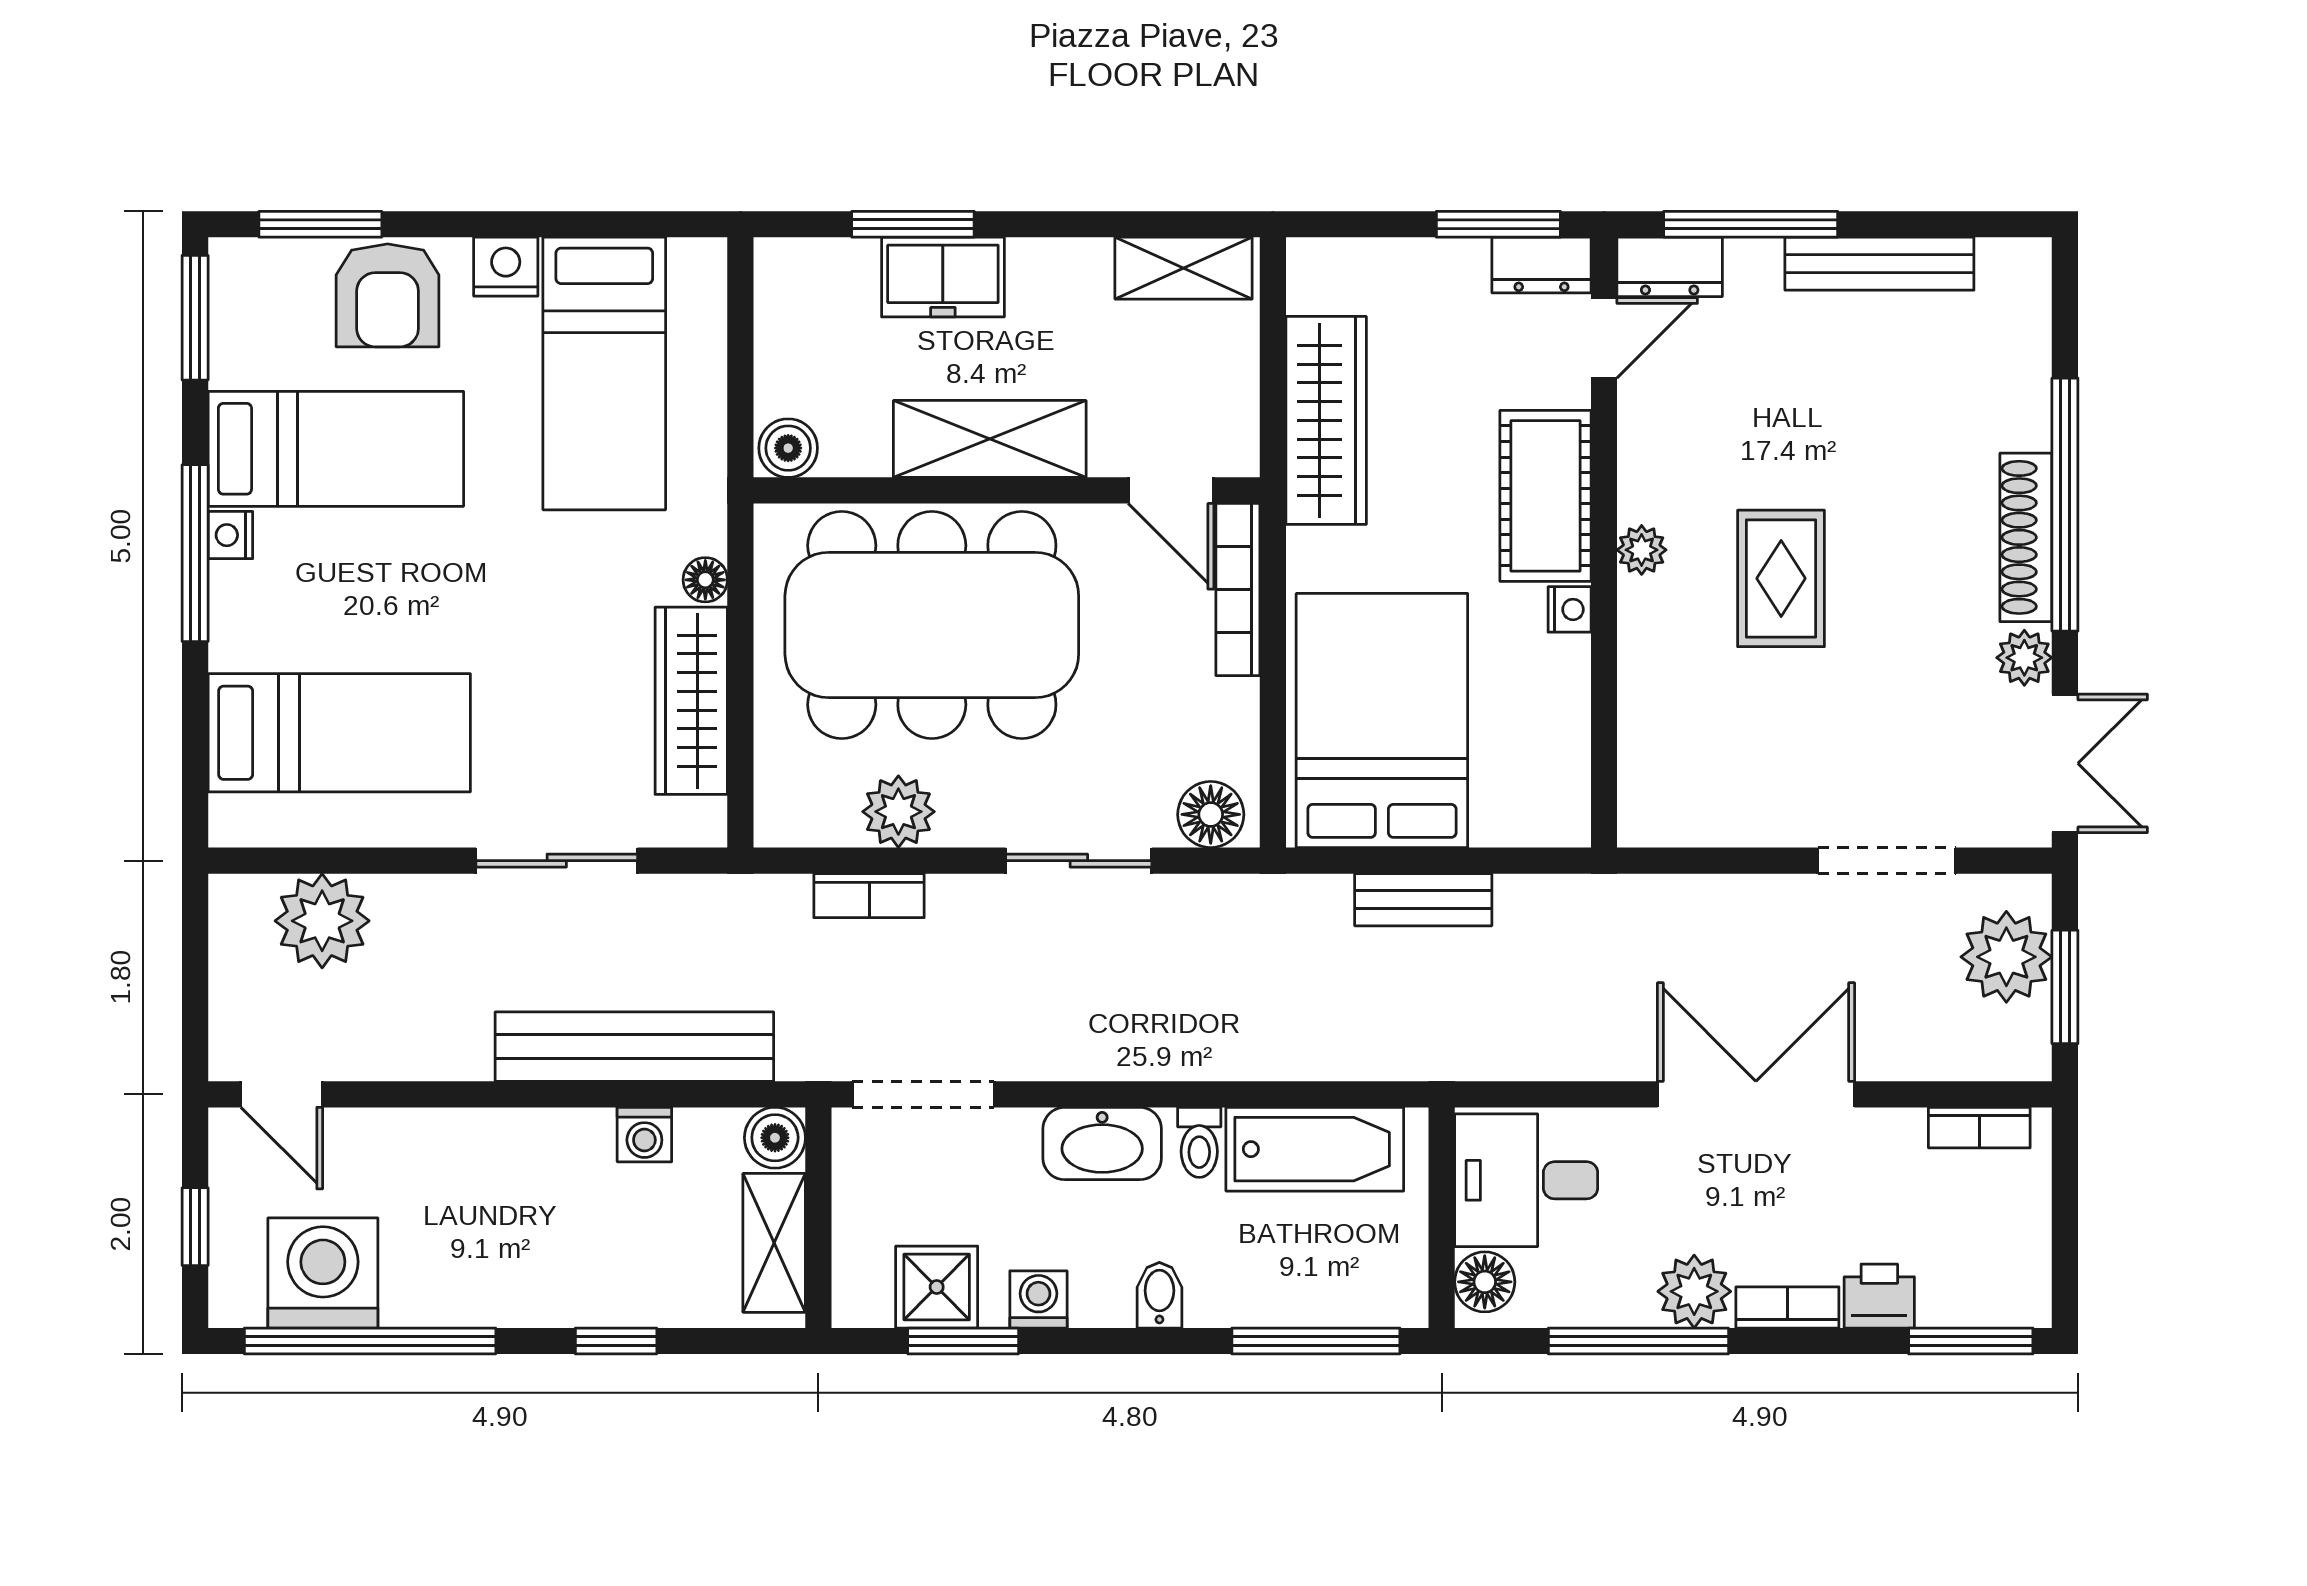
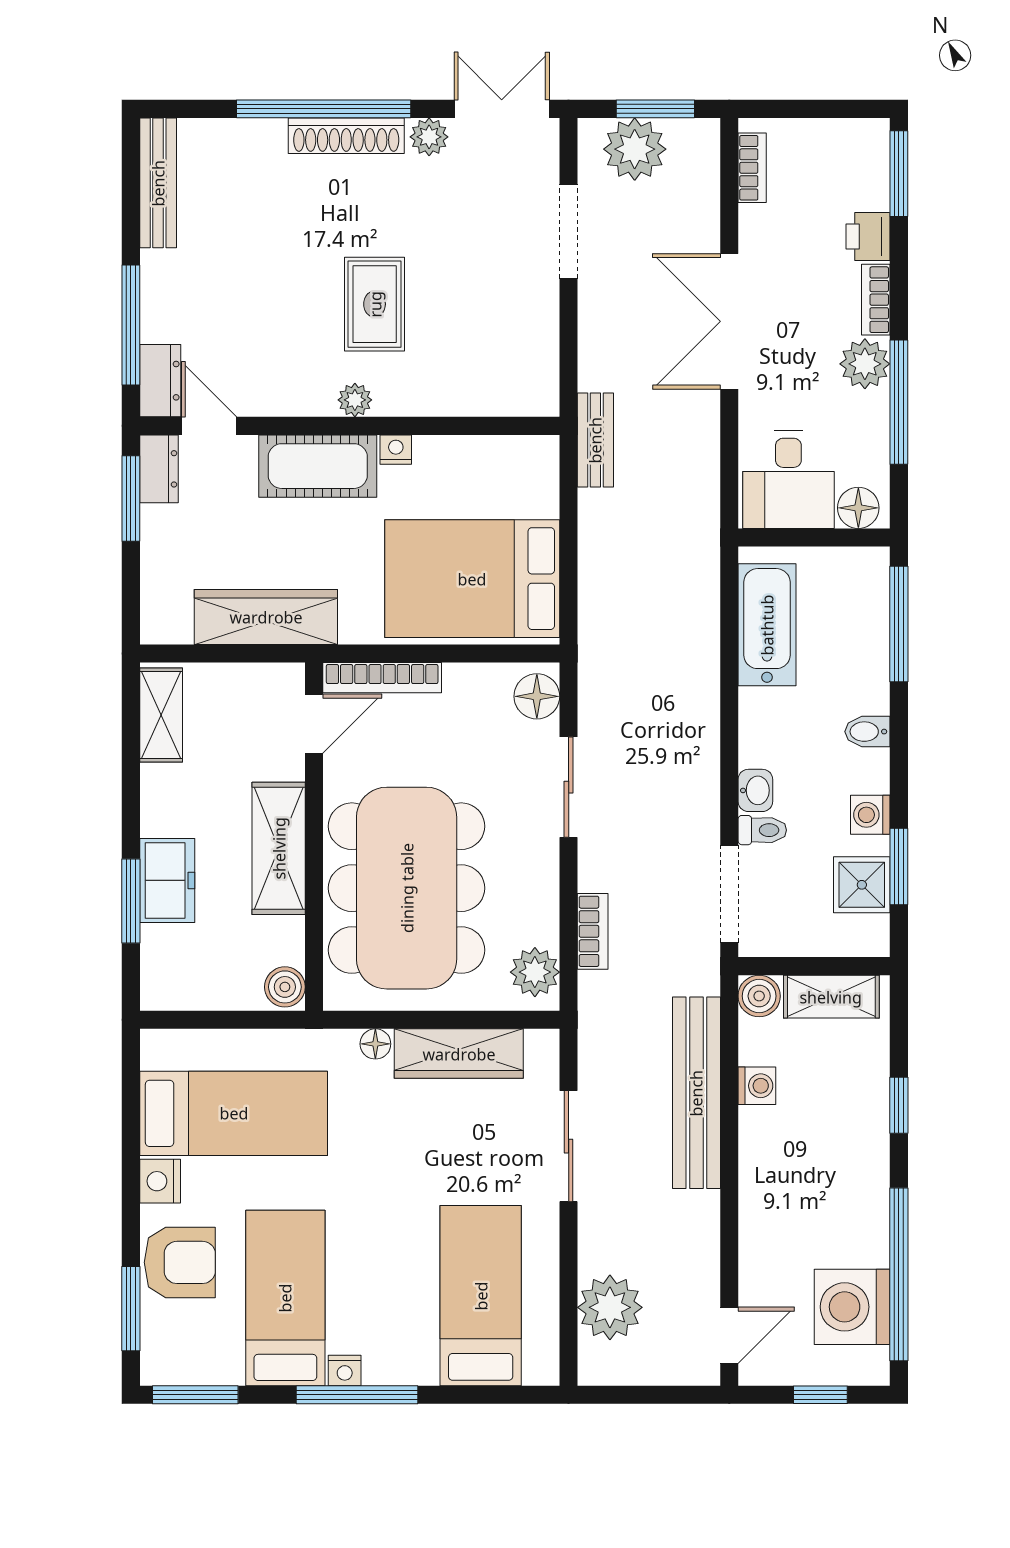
bench: (1879, 264) -> (158, 183), moved
rug: (1781, 578) -> (375, 304), turned 90
plant: (898, 812) -> (535, 972), moved
bench: (1423, 900) -> (595, 440), moved
toilet: (1199, 1142) -> (762, 830), moved
washbasin: (1102, 1143) -> (755, 790), width x0.52, depth x0.69

